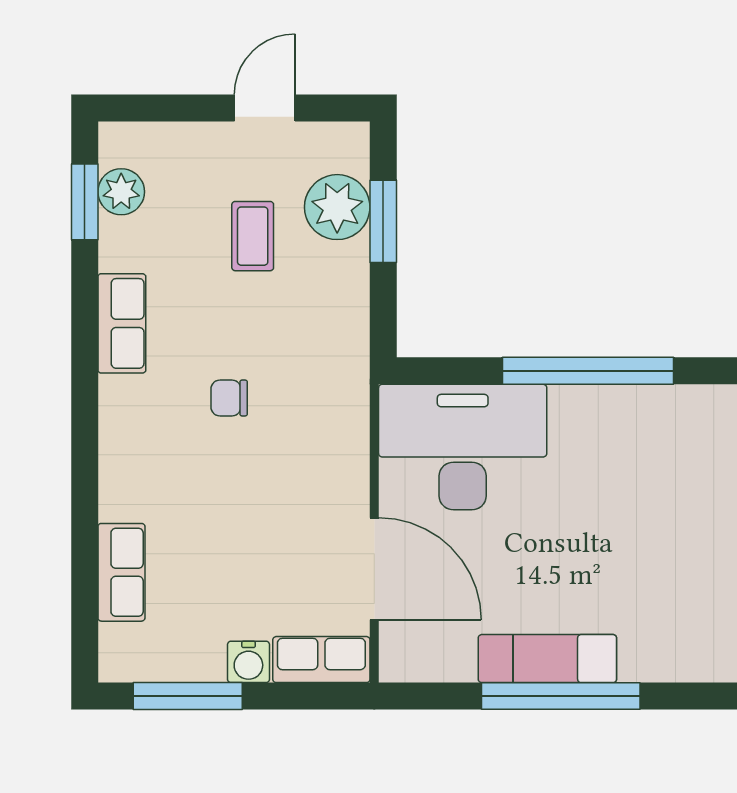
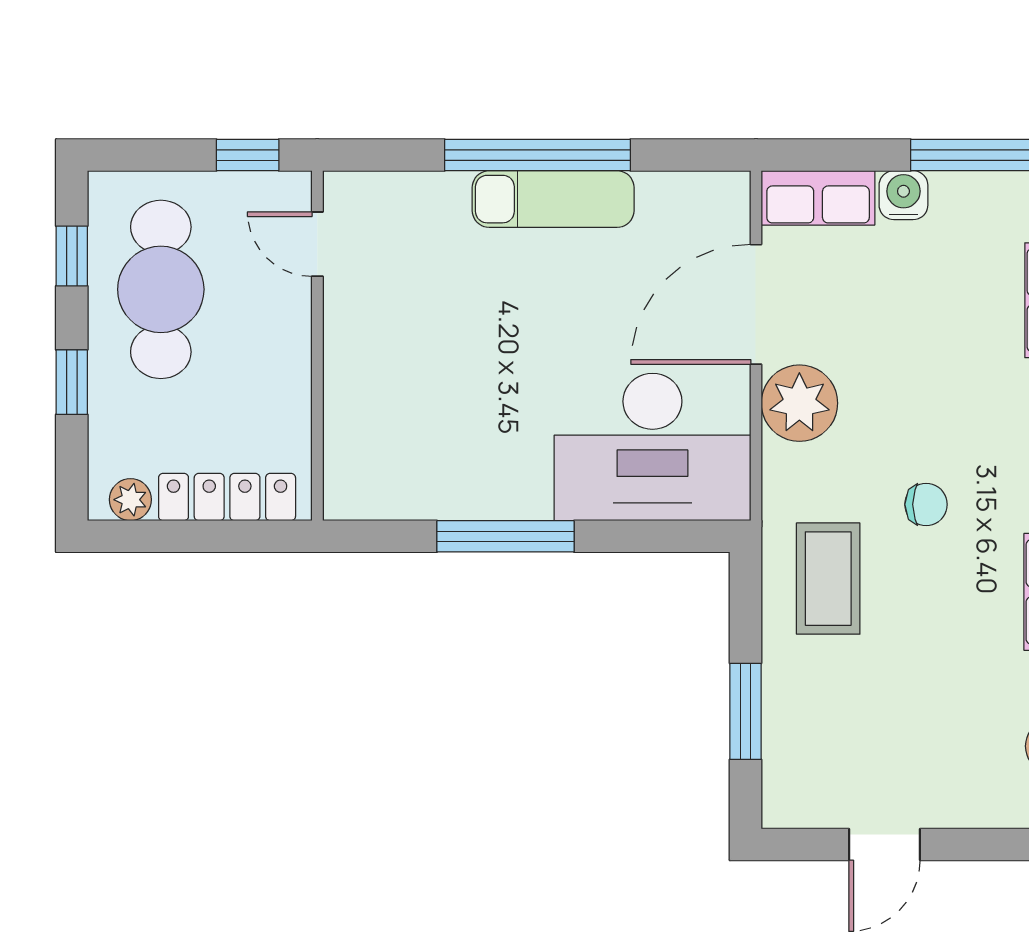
plant: (337, 207) -> (799, 403), moved
coffee table: (253, 236) -> (828, 579), moved, width x1.36, depth x1.30
window: (588, 371) -> (505, 536), width x0.68
door: (374, 569) -> (756, 304), hinge flipped

